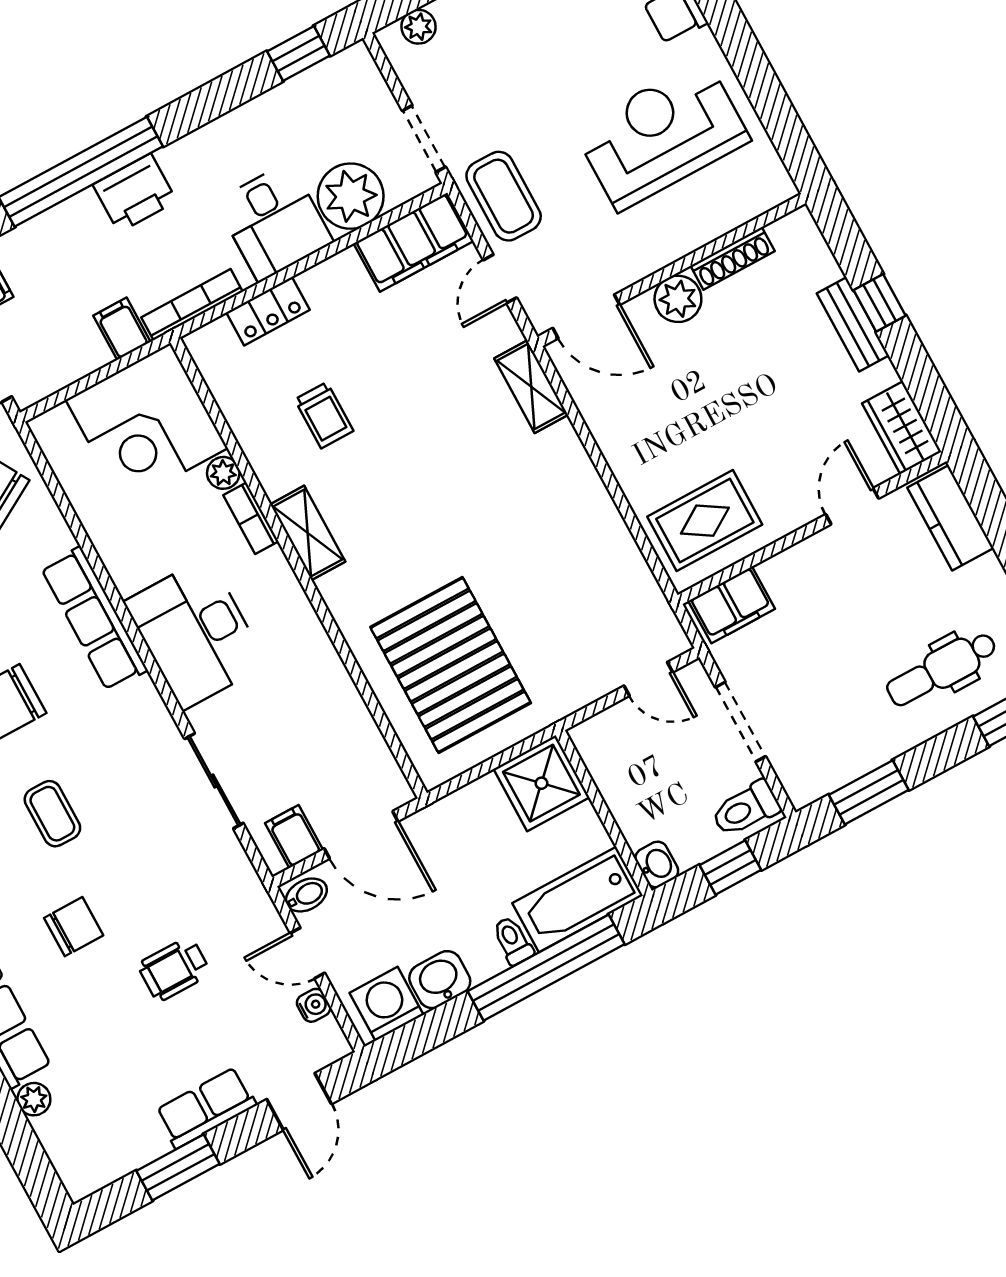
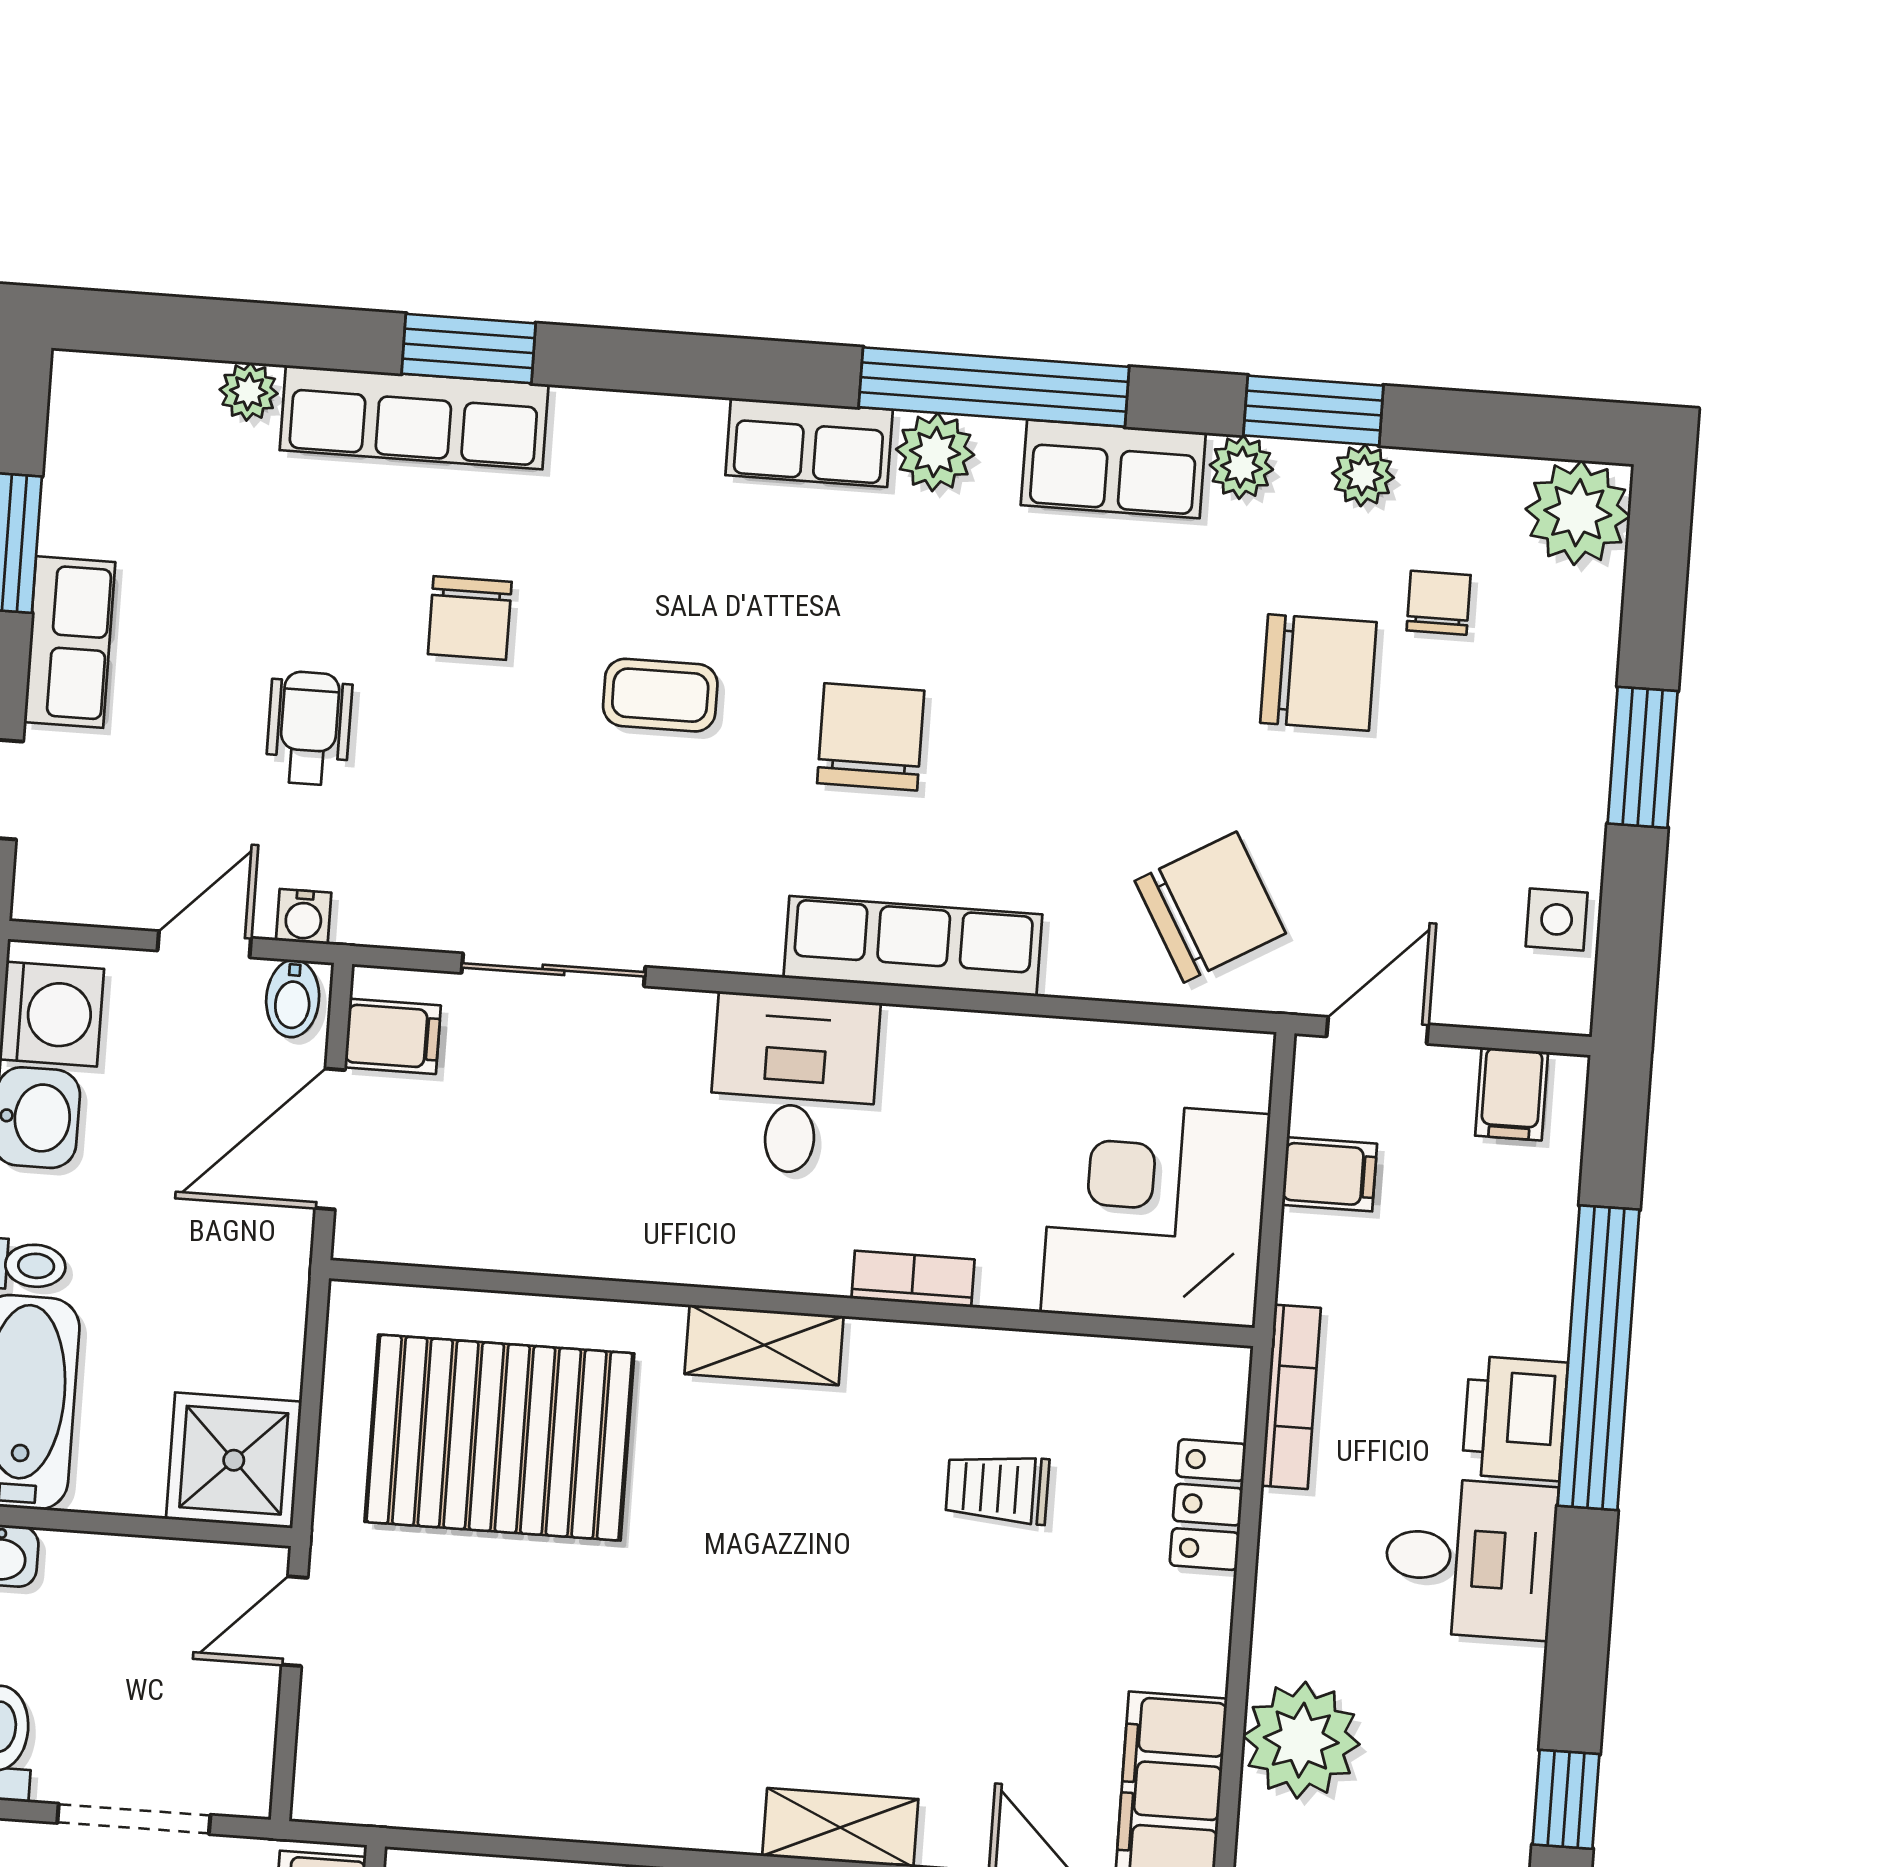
desk: (274, 222) -> (1470, 1558), moved, turned 180
filing cabinet: (122, 329) -> (1329, 1174), moved
plant: (223, 473) -> (1008, 1281), removed
shelving: (308, 533) -> (764, 1345), moved
desk: (195, 633) -> (794, 1084), width x0.73
door: (648, 679) -> (295, 1621), moved
water cooler: (314, 1005) -> (304, 917), moved

